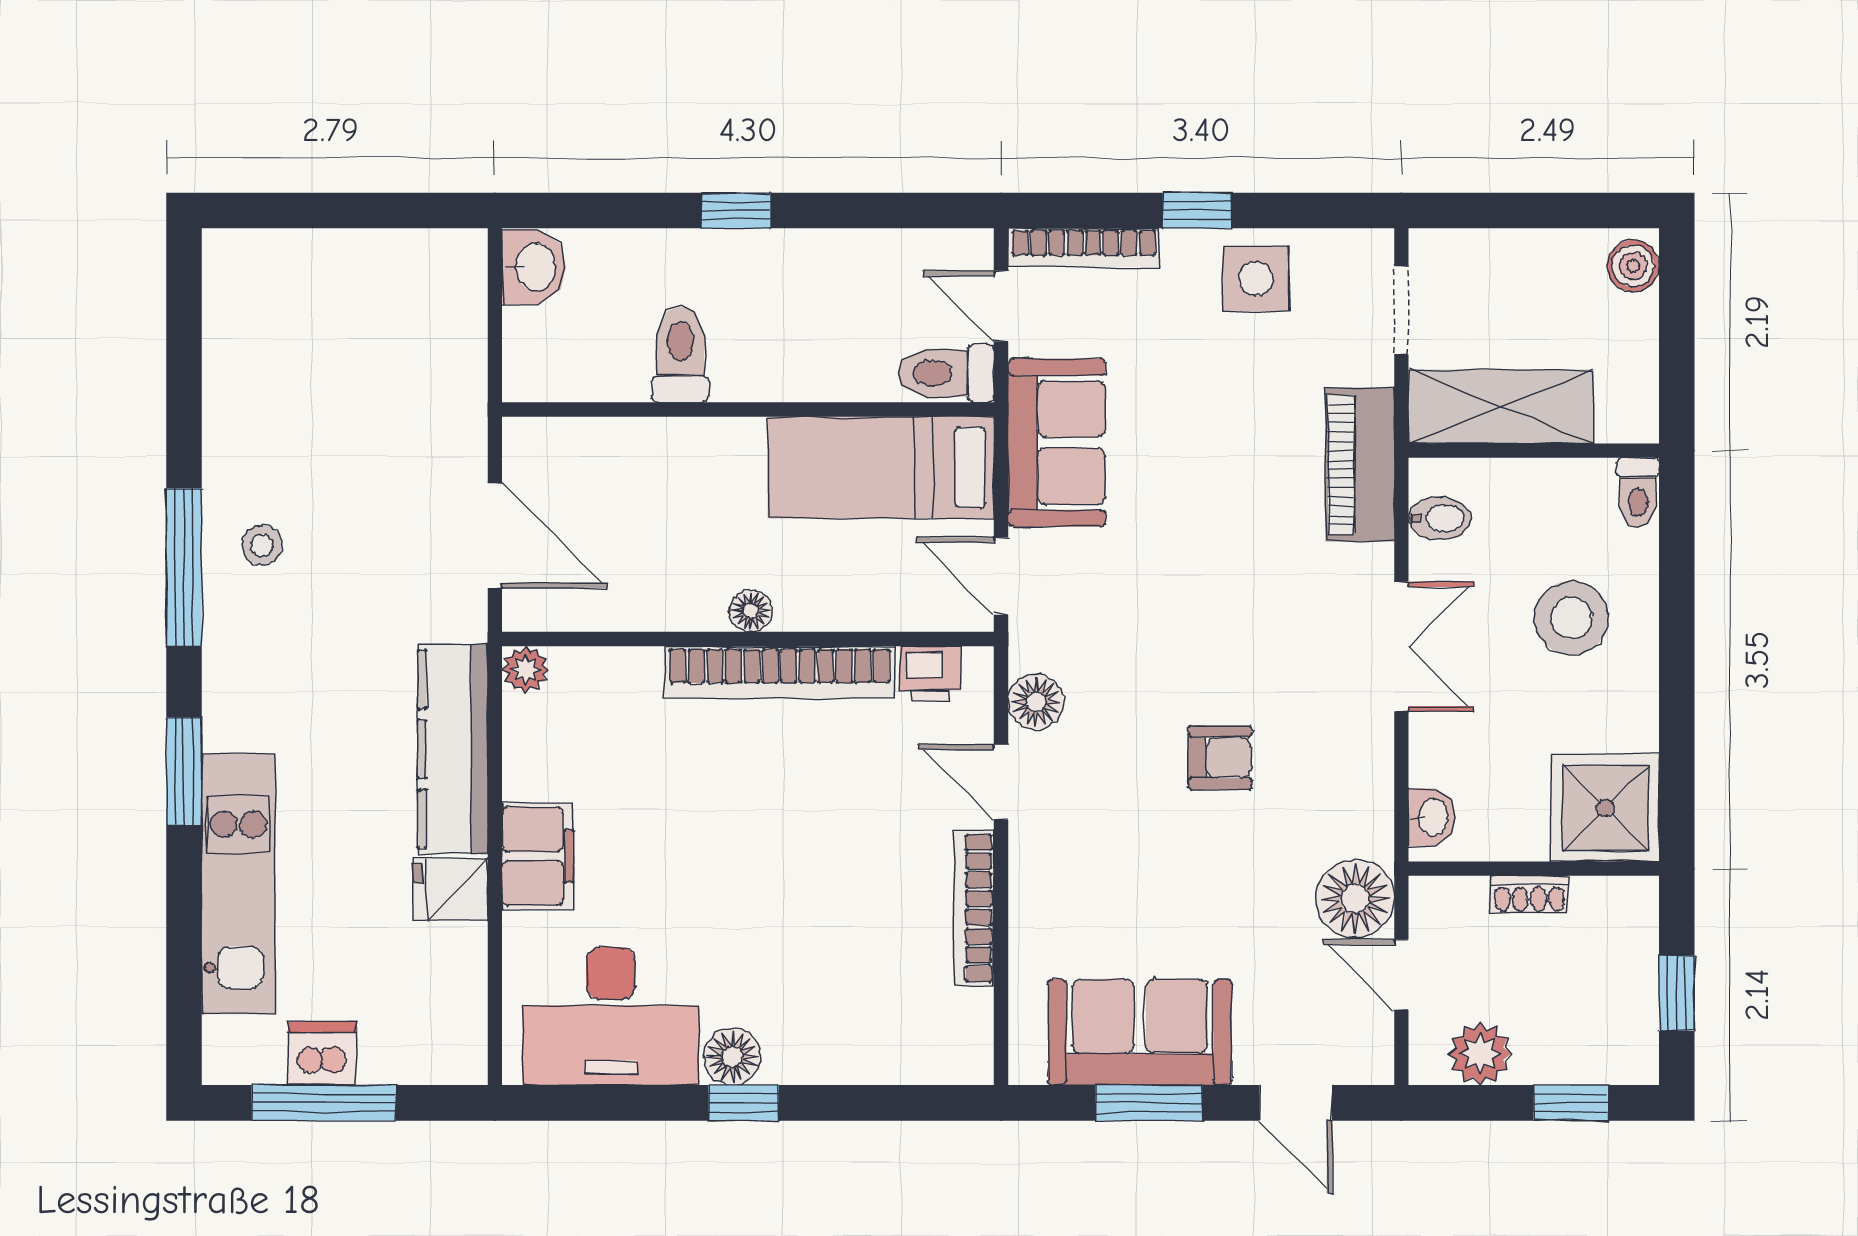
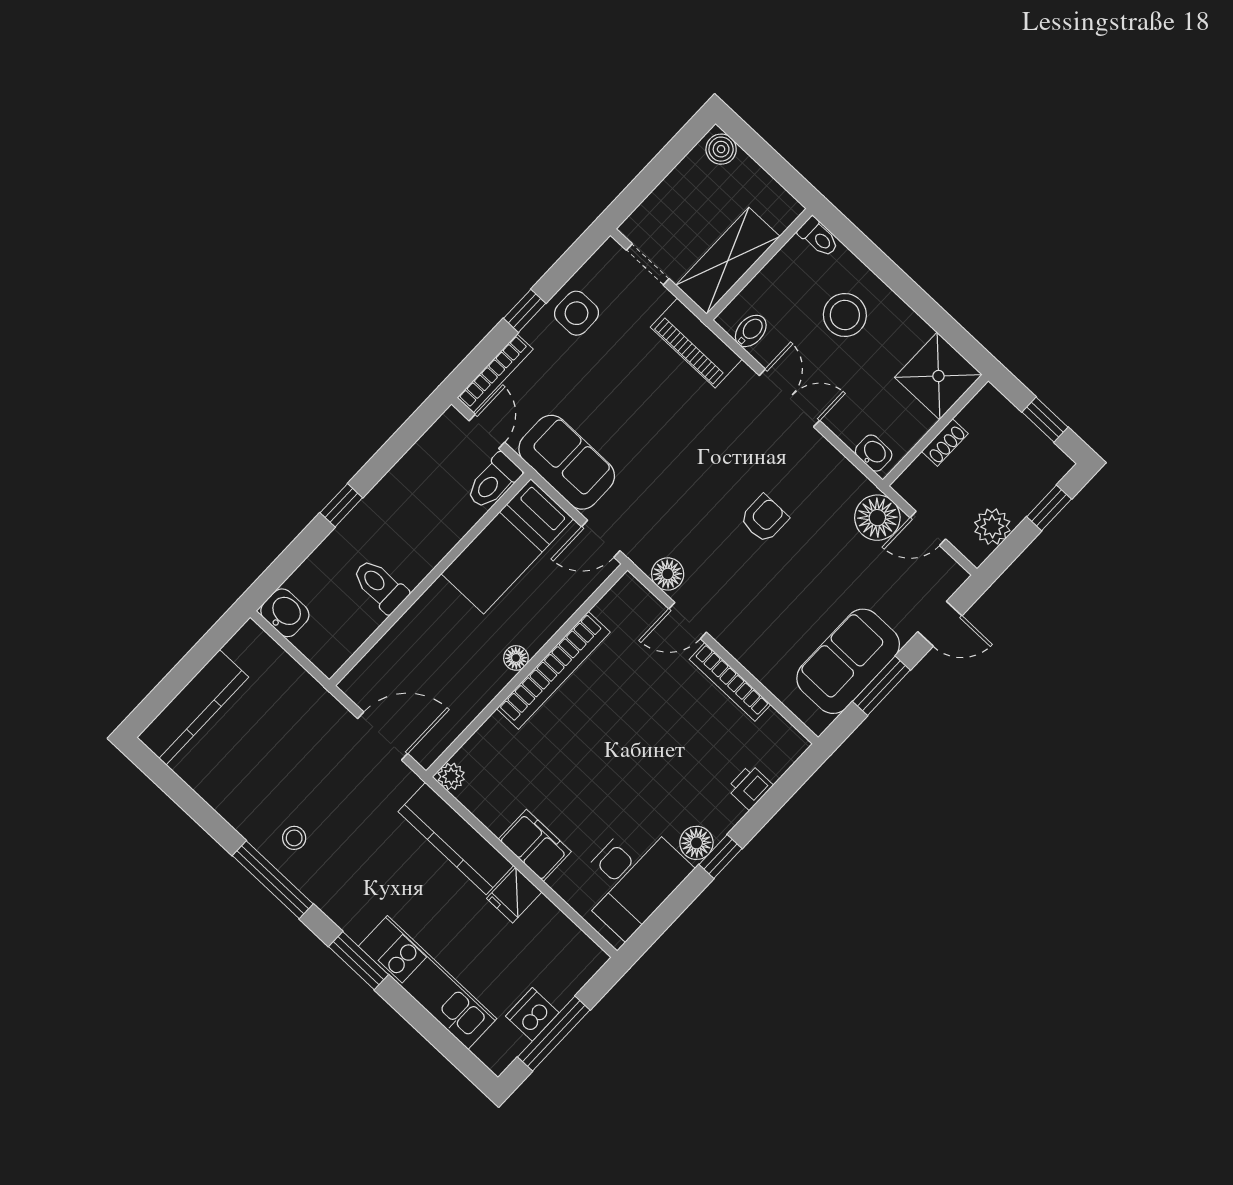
kitchen counter: (306, 263) -> (193, 707), added
door: (1001, 306) -> (487, 431), swing flipped
printer: (930, 674) -> (750, 787), moved, turned 180

